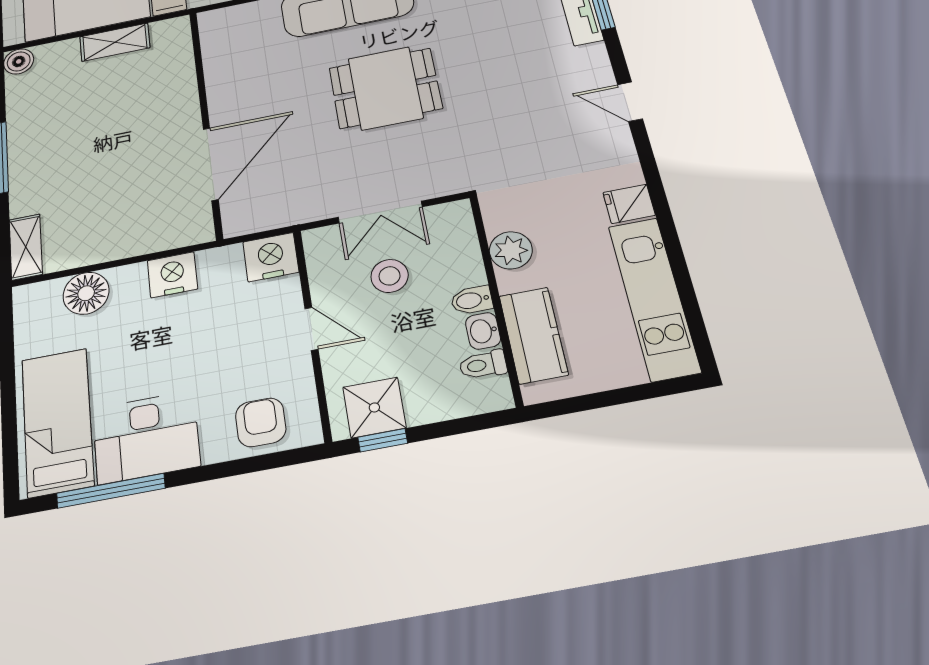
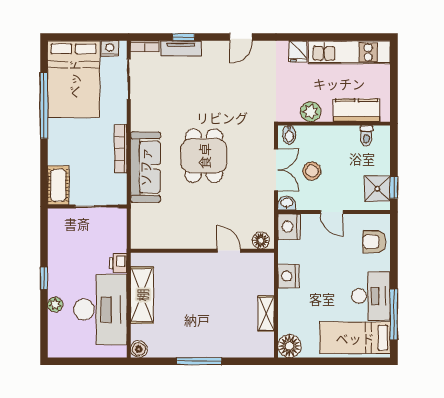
shelving: (115, 42) -> (142, 295), width x1.50, depth x1.33
door: (211, 164) -> (229, 251), width x0.53
floor lamp: (237, 213) -> (261, 240), added
shelving: (26, 247) -> (266, 314), moved, turned 90
floor lamp: (86, 293) -> (289, 346), moved
bidet: (472, 300) -> (289, 135), moved
door: (311, 329) -> (332, 212), swing flipped
washbasin: (483, 331) -> (287, 203), moved, turned 180

